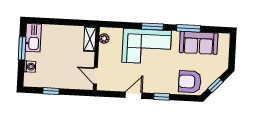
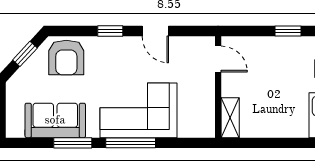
window: (152, 26) -> (131, 143), width x1.44
plant: (104, 39) -> (207, 120), removed
armchair: (190, 82) -> (66, 58), turned 90
door: (134, 95) -> (155, 31), hinge flipped

